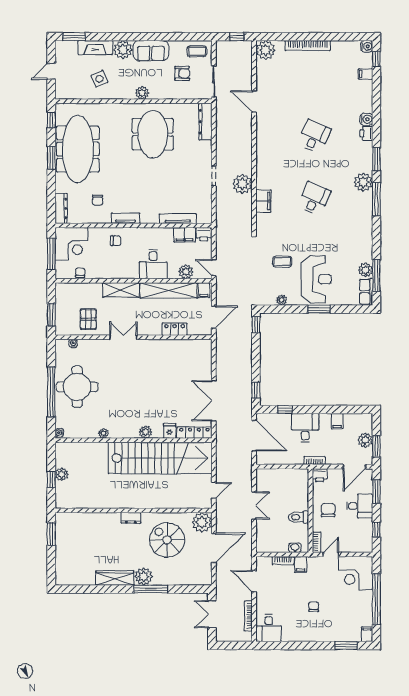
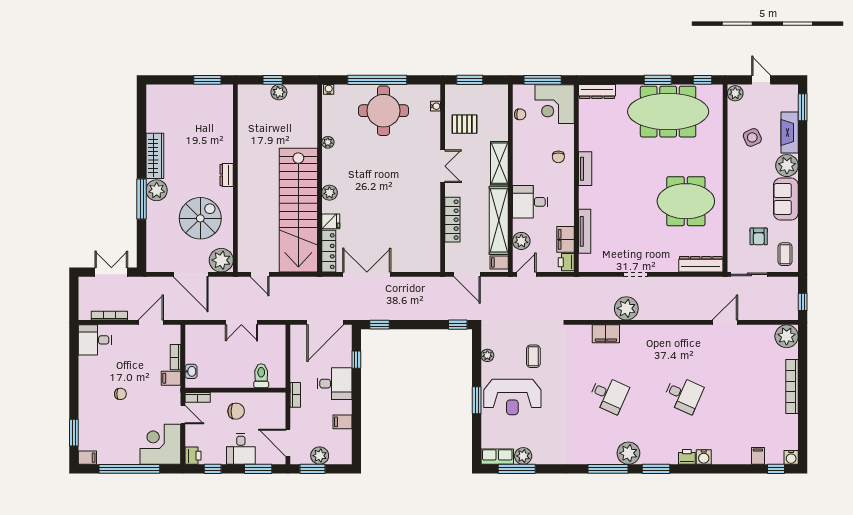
plant: (142, 93) -> (735, 93), moved
chair: (98, 200) -> (607, 135), removed
locker: (175, 329) -> (452, 220), width x1.53
printer: (320, 475) -> (193, 456), moved, turned 180
toilet: (298, 517) -> (261, 376), moved

